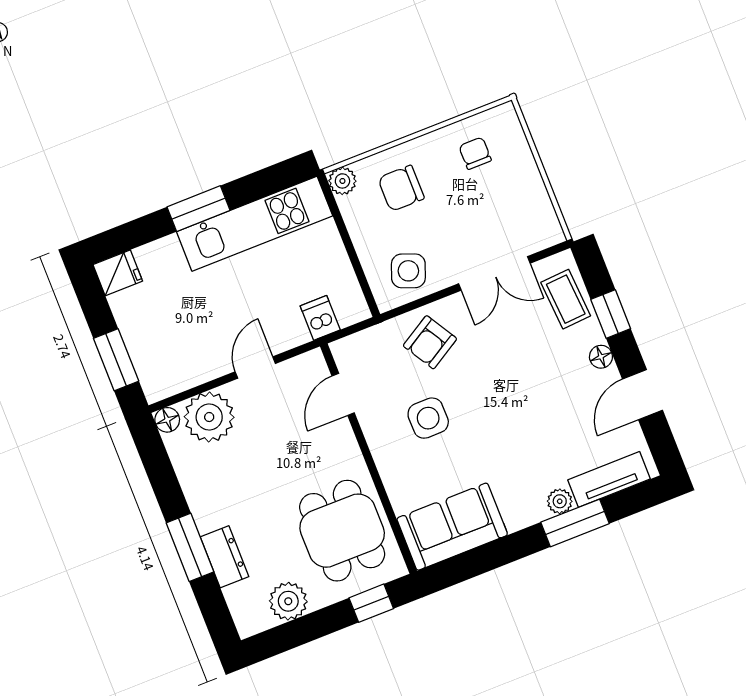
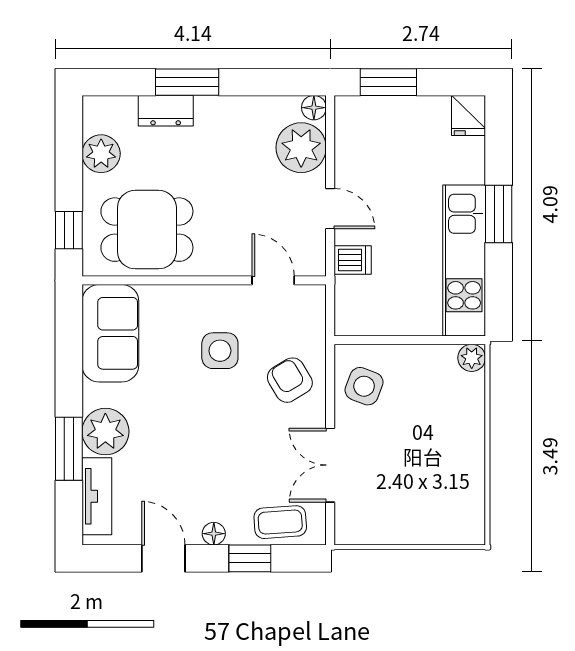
chair: (475, 153) -> (449, 491), removed
chair: (401, 188) -> (443, 410), removed
dishwasher: (320, 318) -> (353, 260), moved
plant: (560, 501) -> (105, 432), width x1.88, depth x1.88

